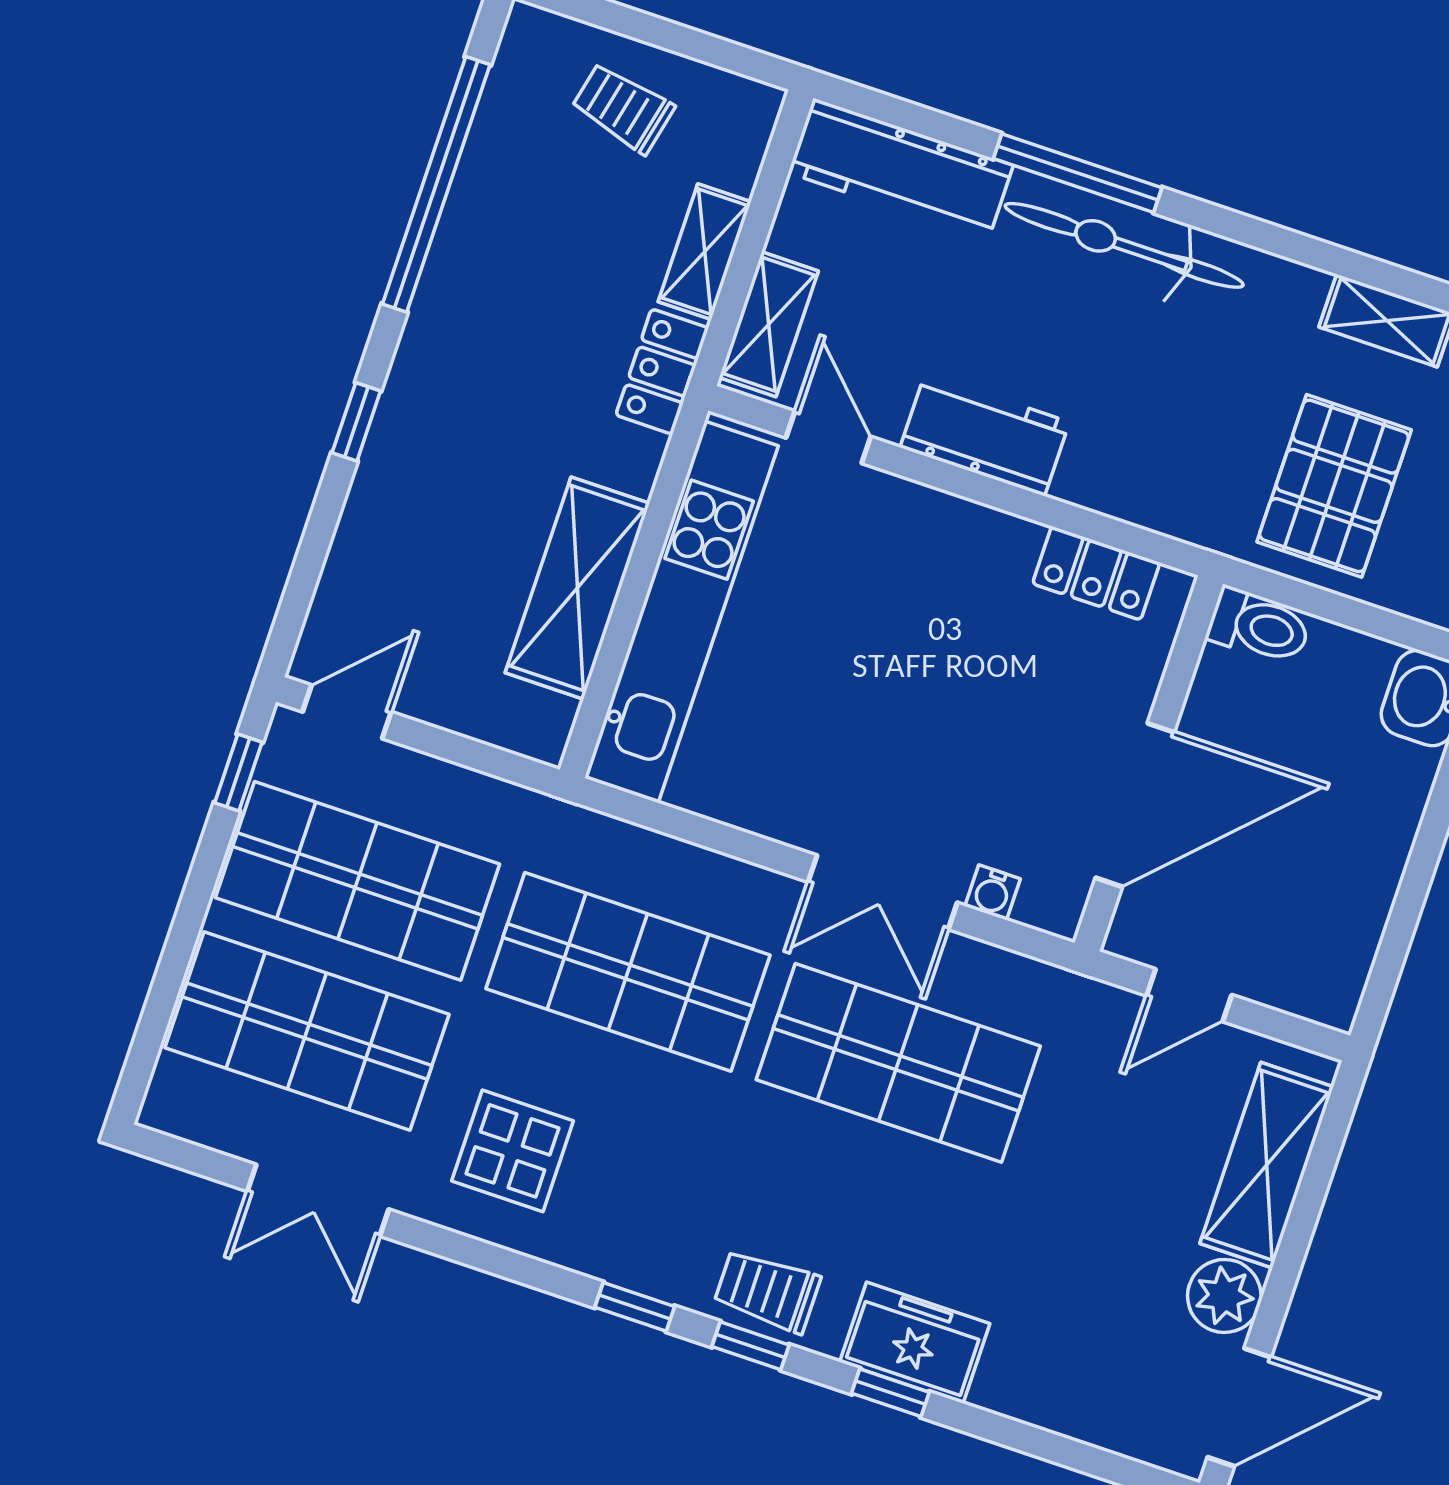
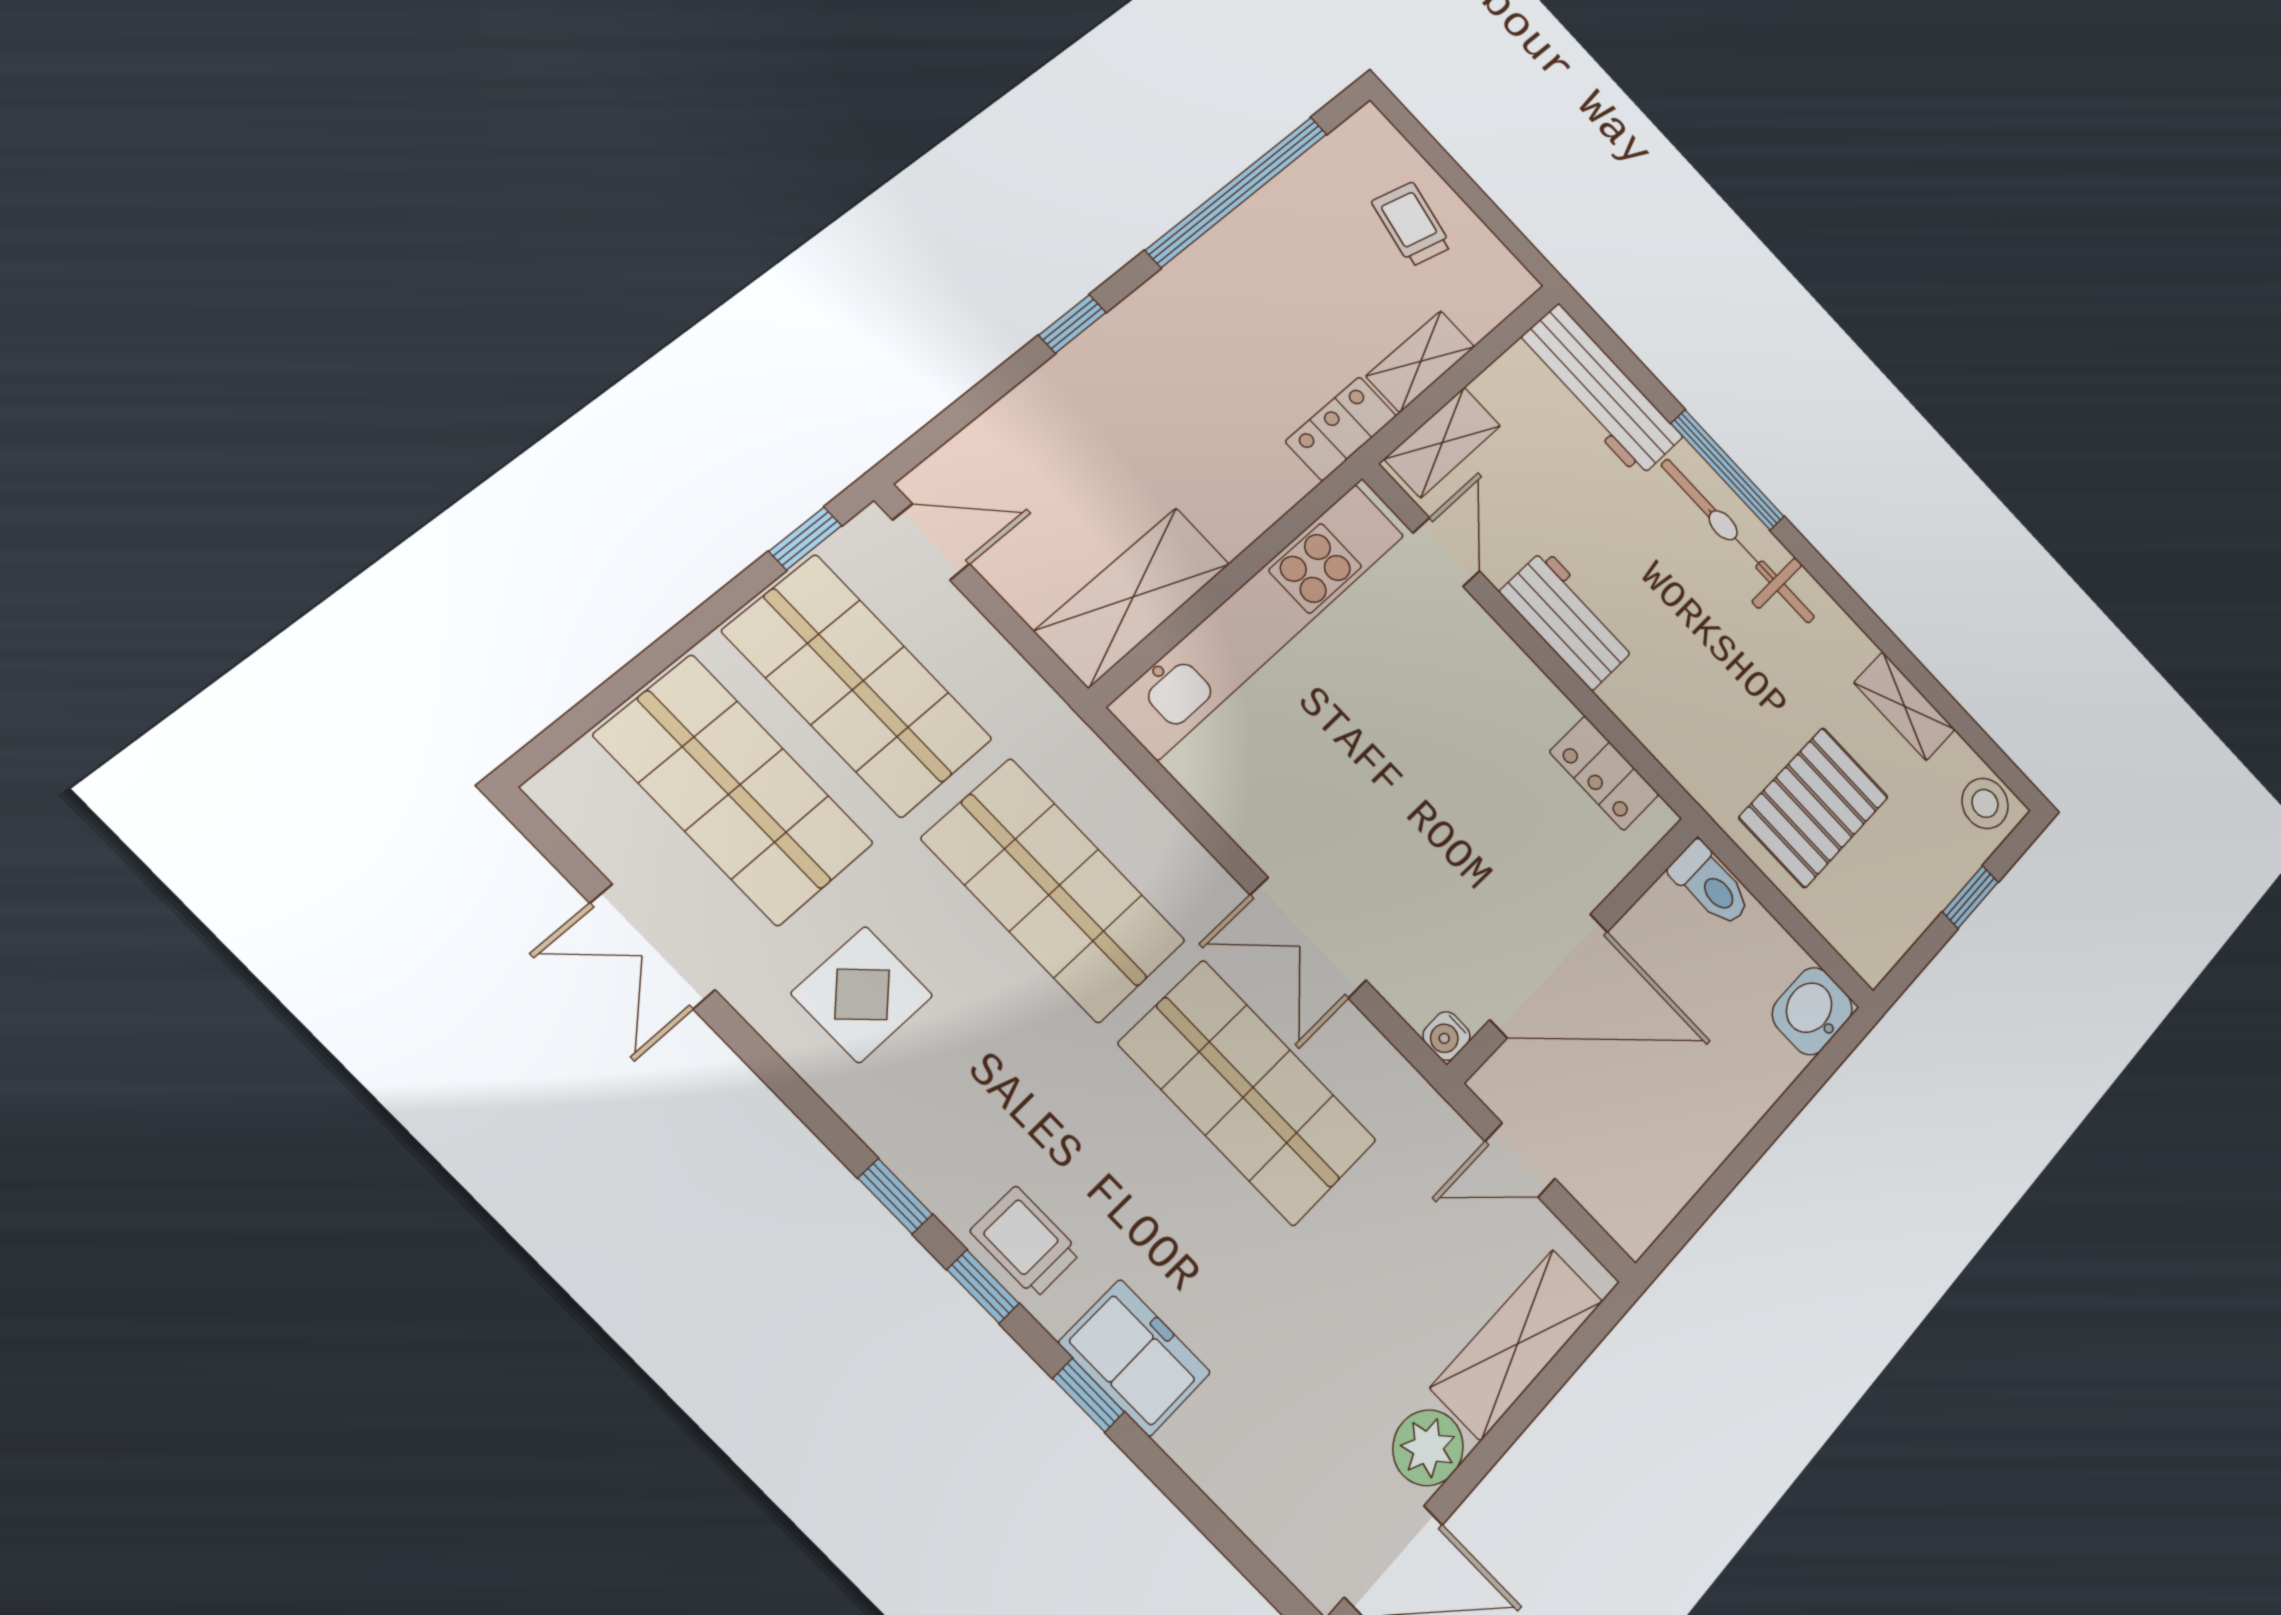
shelving: (577, 588) -> (1133, 597), moved
water cooler: (993, 892) -> (1446, 1036), moved

